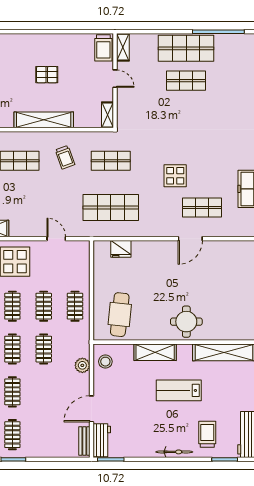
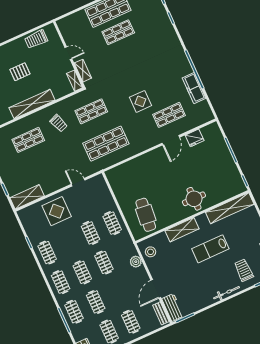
shelving: (123, 47) -> (83, 71), moved
trolley: (103, 48) -> (36, 39), moved, turned 90
fridge: (121, 249) -> (195, 138), moved
clothes rail: (12, 306) -> (131, 322), moved

